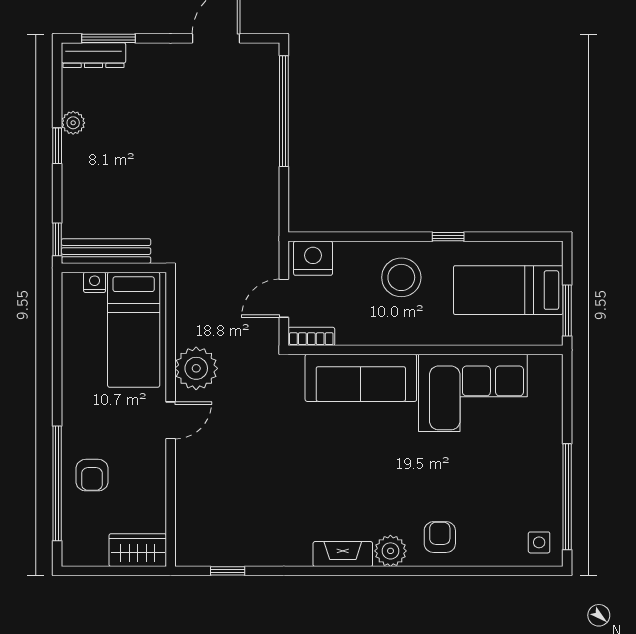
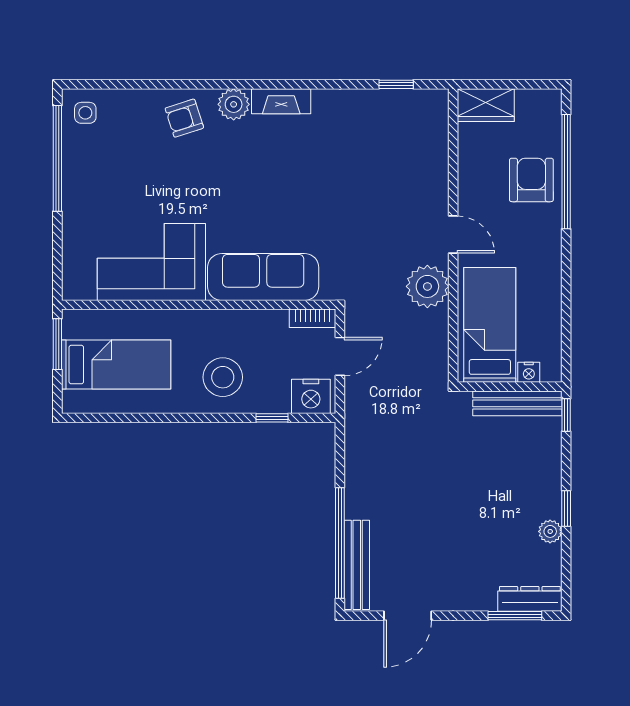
bench: (267, 89) -> (357, 565), added
window: (448, 237) -> (272, 418), moved
door: (171, 420) -> (453, 235), swing flipped
armchair: (92, 475) -> (531, 180), width x1.38, depth x1.38
armchair: (440, 537) -> (184, 118), turned 72

